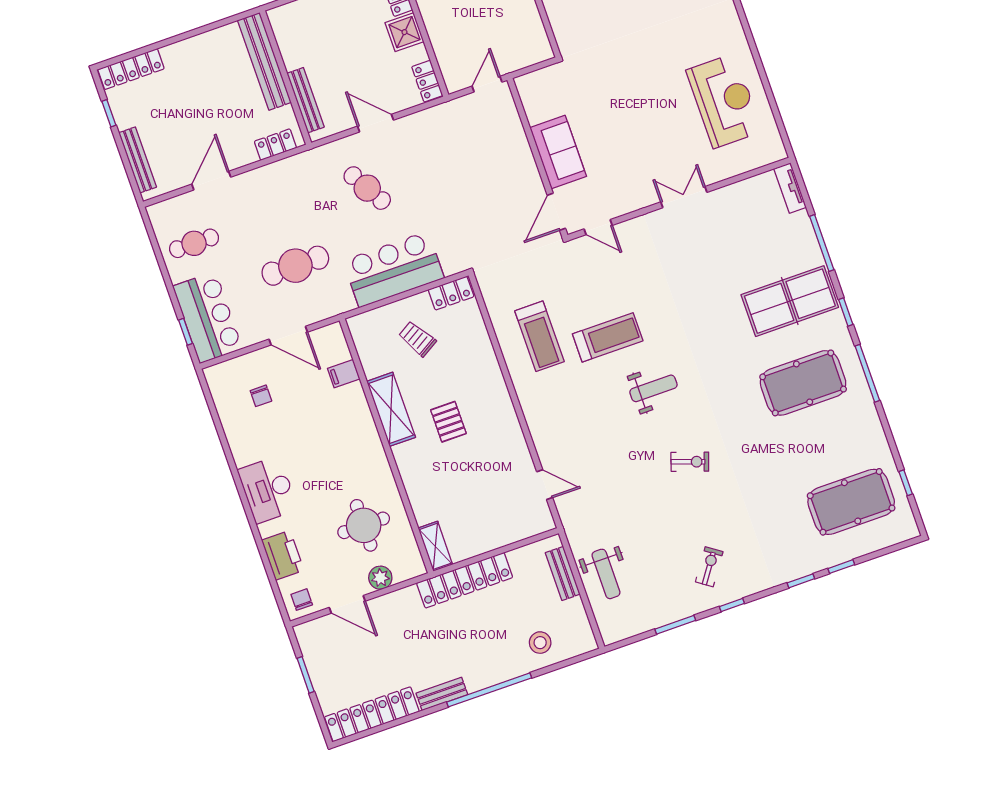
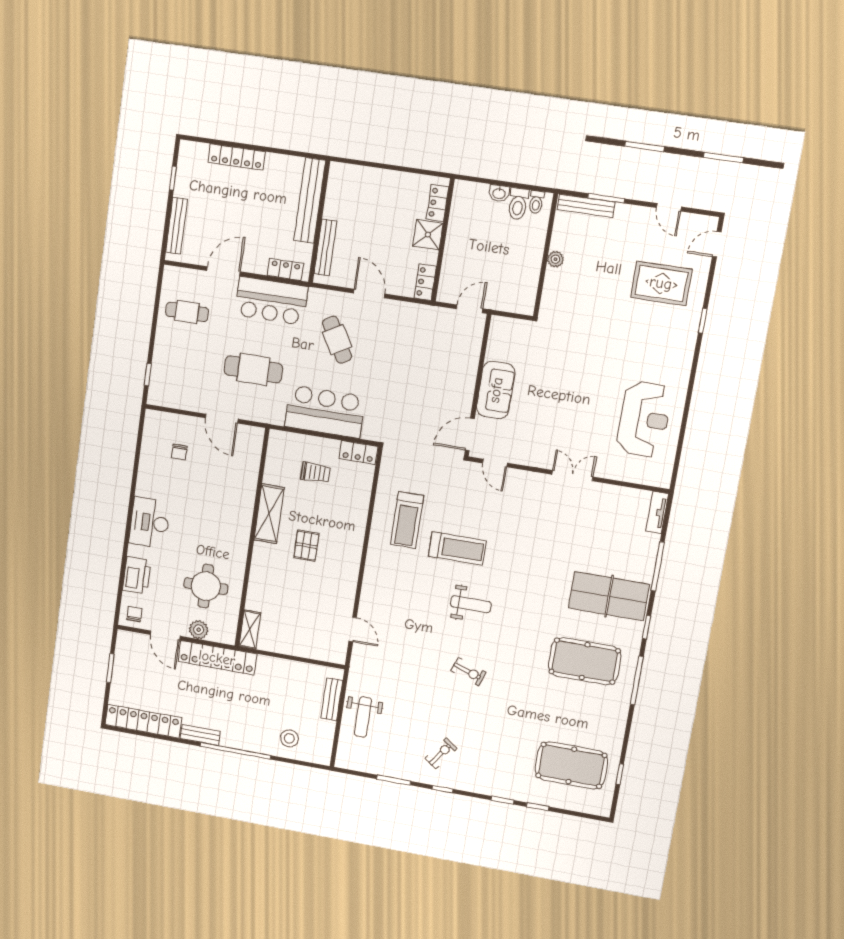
locker: (131, 69) -> (237, 157), moved
bar counter: (208, 317) -> (271, 301), moved, turned 90
trolley: (417, 339) -> (315, 472), turned 121
filing cabinet: (344, 374) -> (248, 469), removed
locker: (465, 580) -> (217, 658), moved

